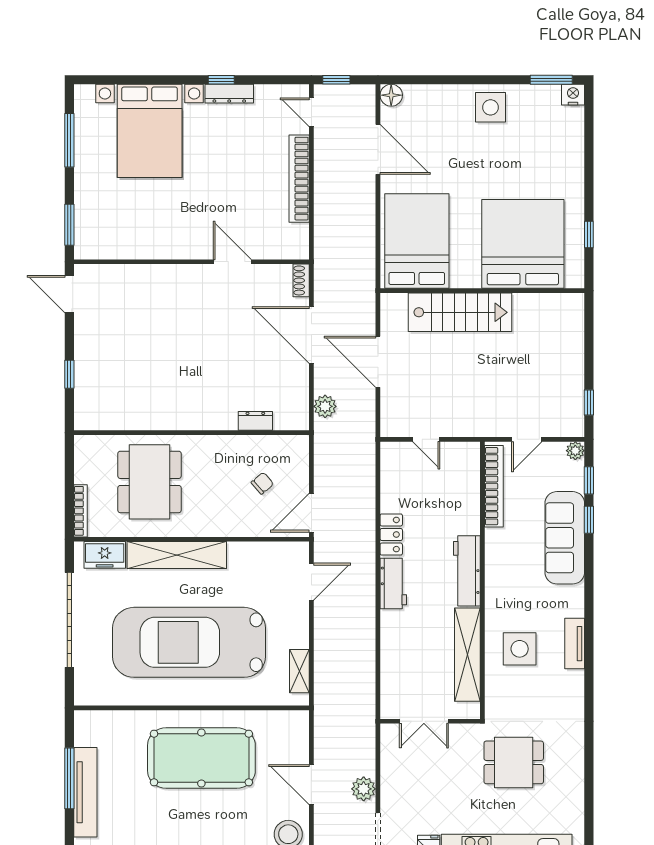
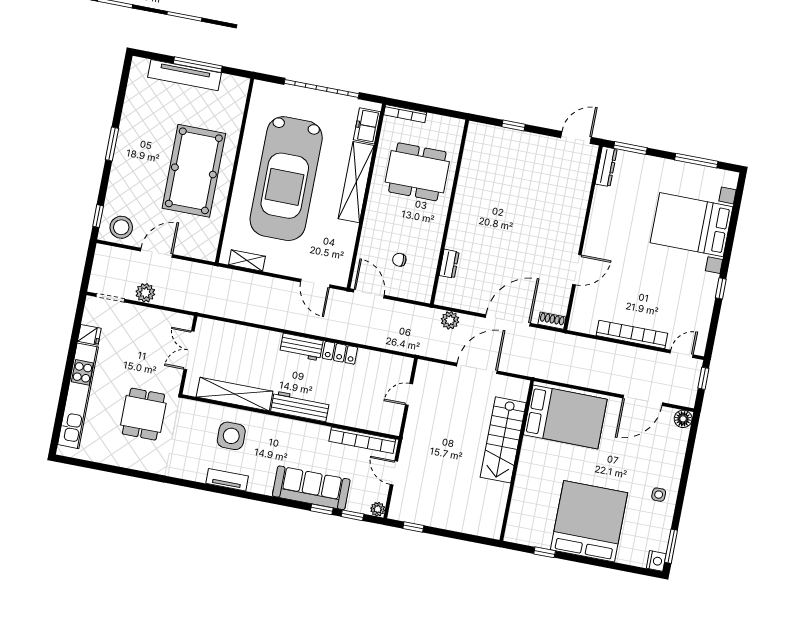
dresser: (229, 94) -> (606, 167), moved, turned 180
side table: (490, 107) -> (659, 495), width x0.54, depth x0.54
bed: (523, 244) -> (589, 521), moved, turned -90
chair: (262, 483) -> (399, 260), turned 131
car: (189, 642) -> (286, 179), turned 180

